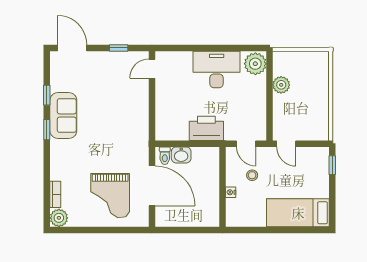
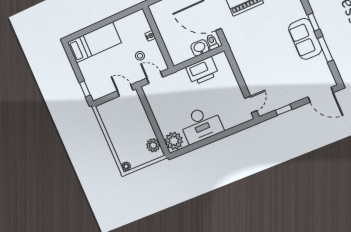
plant: (323, 57) -> (126, 166), added
plant: (281, 85) -> (153, 145), moved
window: (47, 95) -> (325, 49), width x1.50
printer: (206, 128) -> (202, 71), moved

